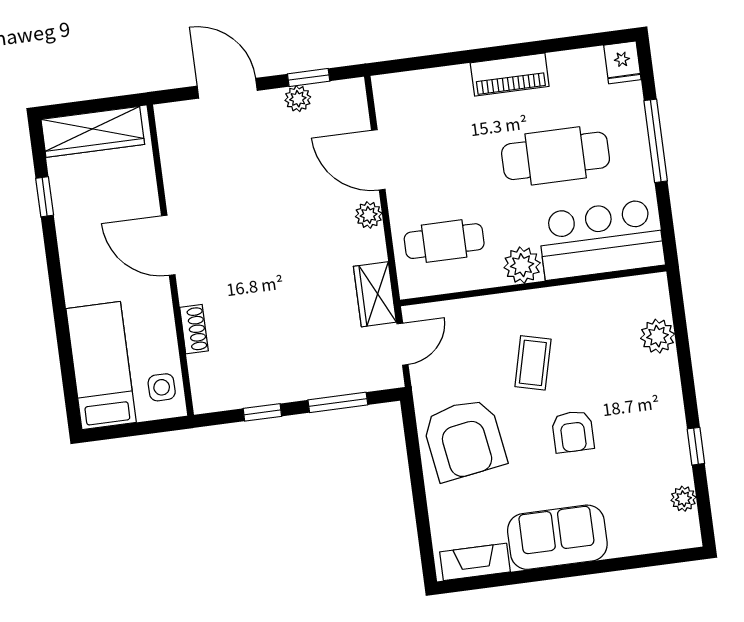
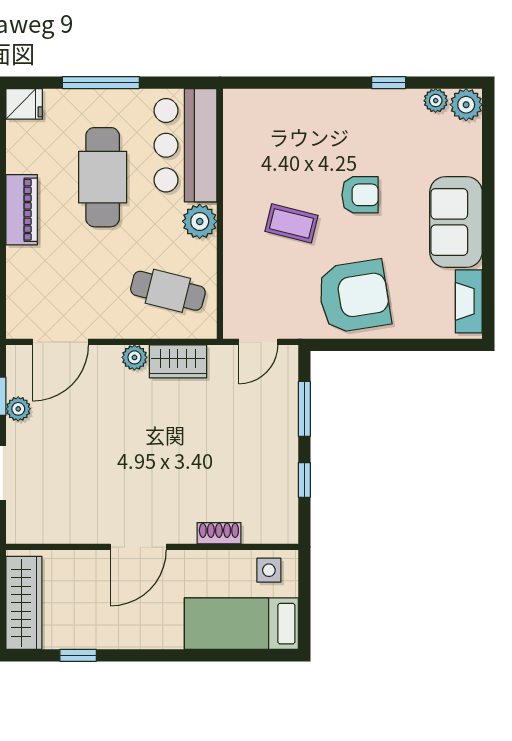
door: (378, 160) -> (60, 342), moved
cafe table: (444, 241) -> (168, 291), turned -76
wardrobe: (375, 294) -> (178, 361), moved
plant: (658, 336) -> (466, 105), moved
door: (403, 344) -> (258, 342), swing flipped

